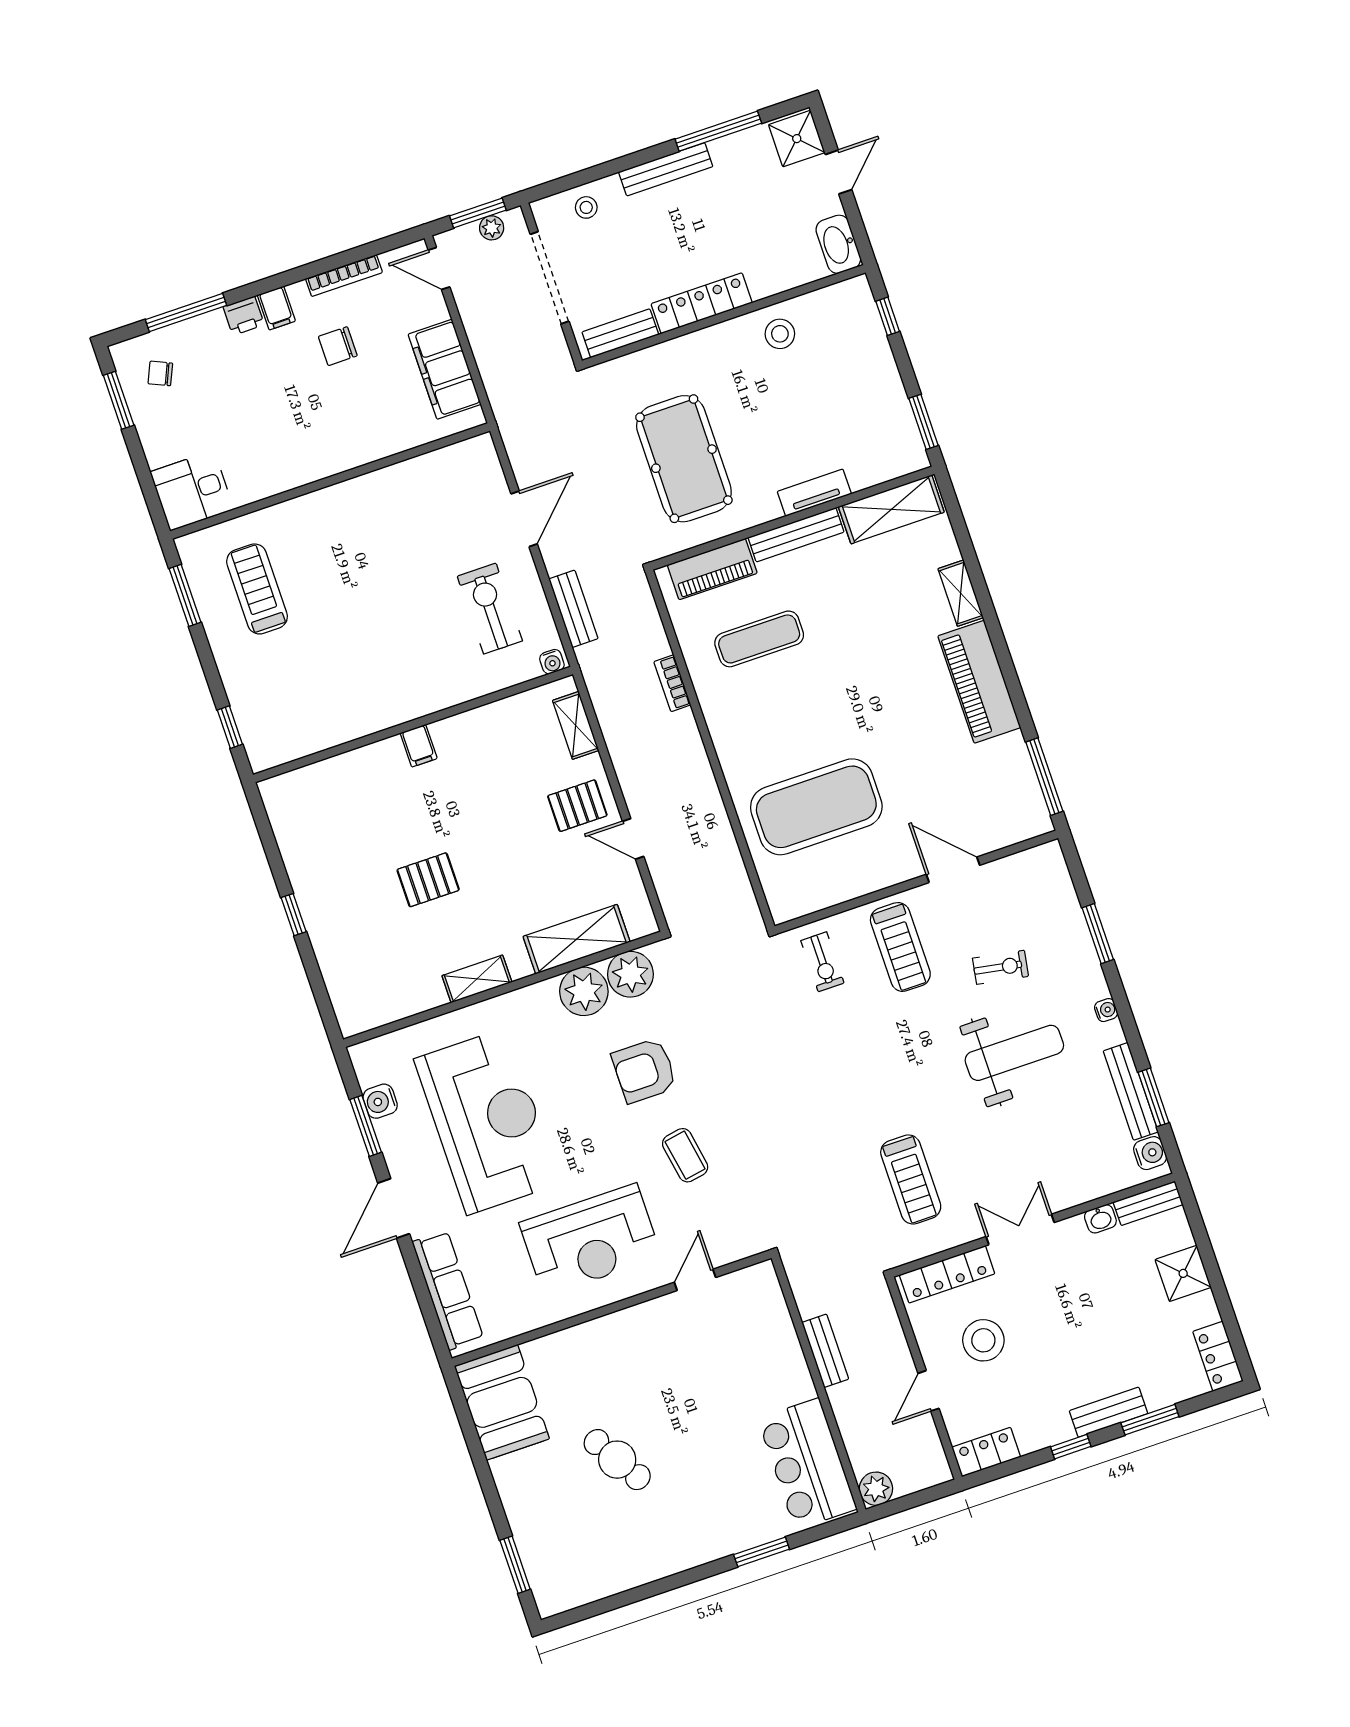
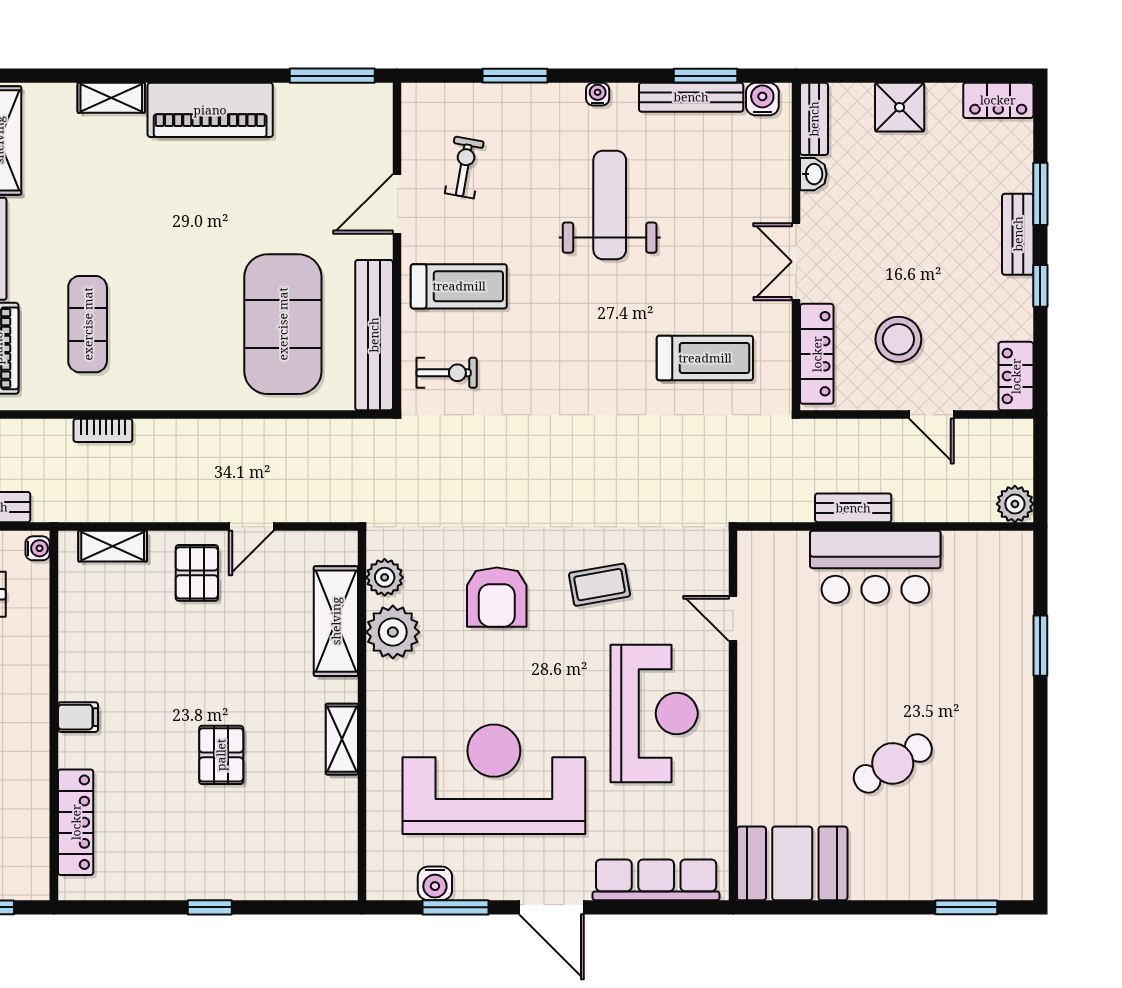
locker: (328, 774) -> (76, 822), added
bench: (834, 888) -> (374, 335), added
exercise bike: (1000, 967) -> (464, 167), moved
plant: (630, 974) -> (385, 577), width x0.73, depth x0.73
bar counter: (807, 1464) -> (875, 567), moved

